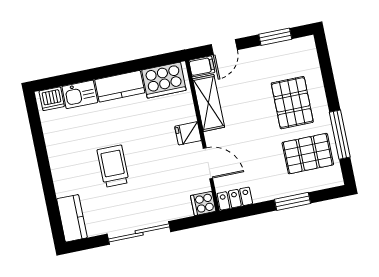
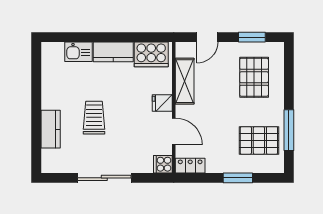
filing cabinet: (202, 66) -> (185, 49), removed
dishwasher: (52, 99) -> (54, 51), removed
pallet: (292, 103) -> (254, 77), moved
kitchen counter: (72, 218) -> (51, 129), moved

